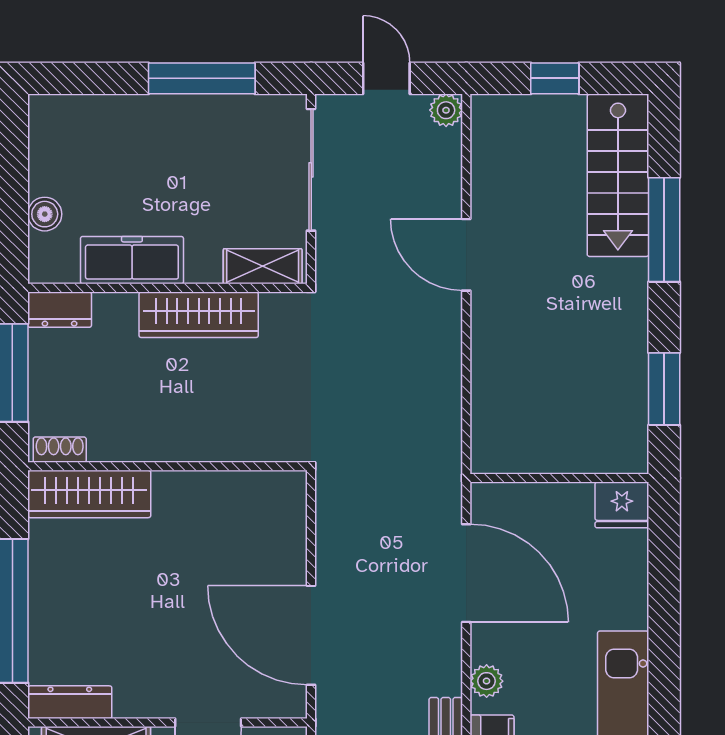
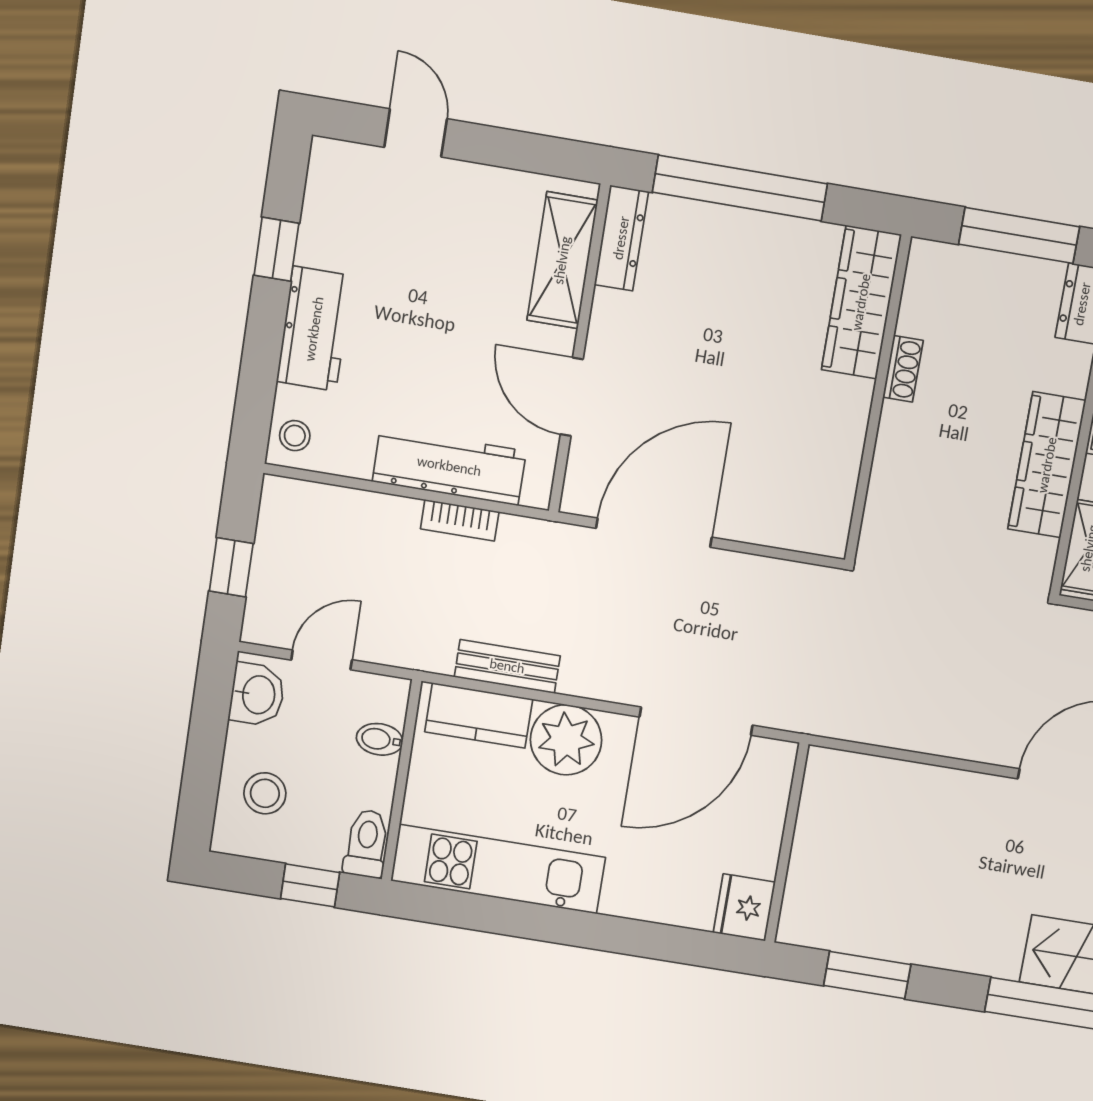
shoe rack: (60, 450) -> (903, 369), moved
plant: (487, 681) -> (566, 740), width x1.88, depth x1.88

